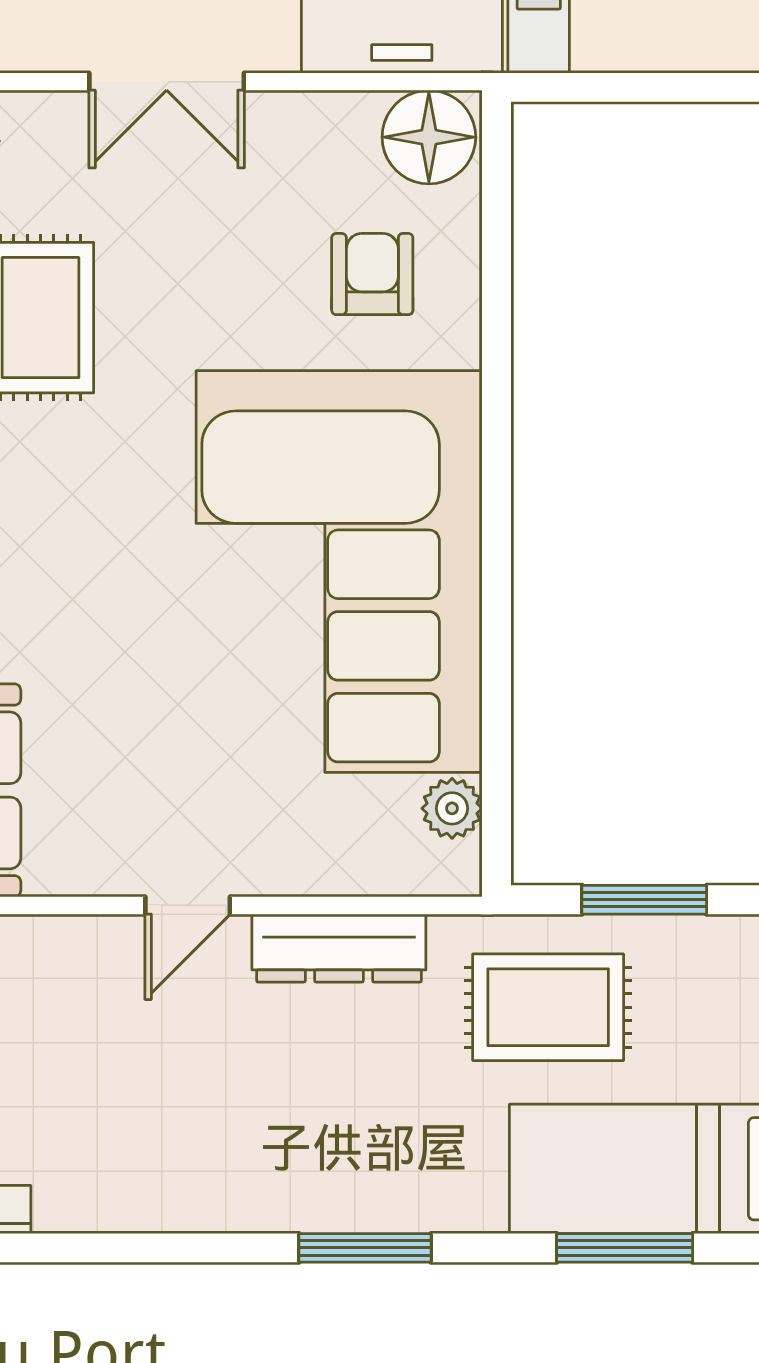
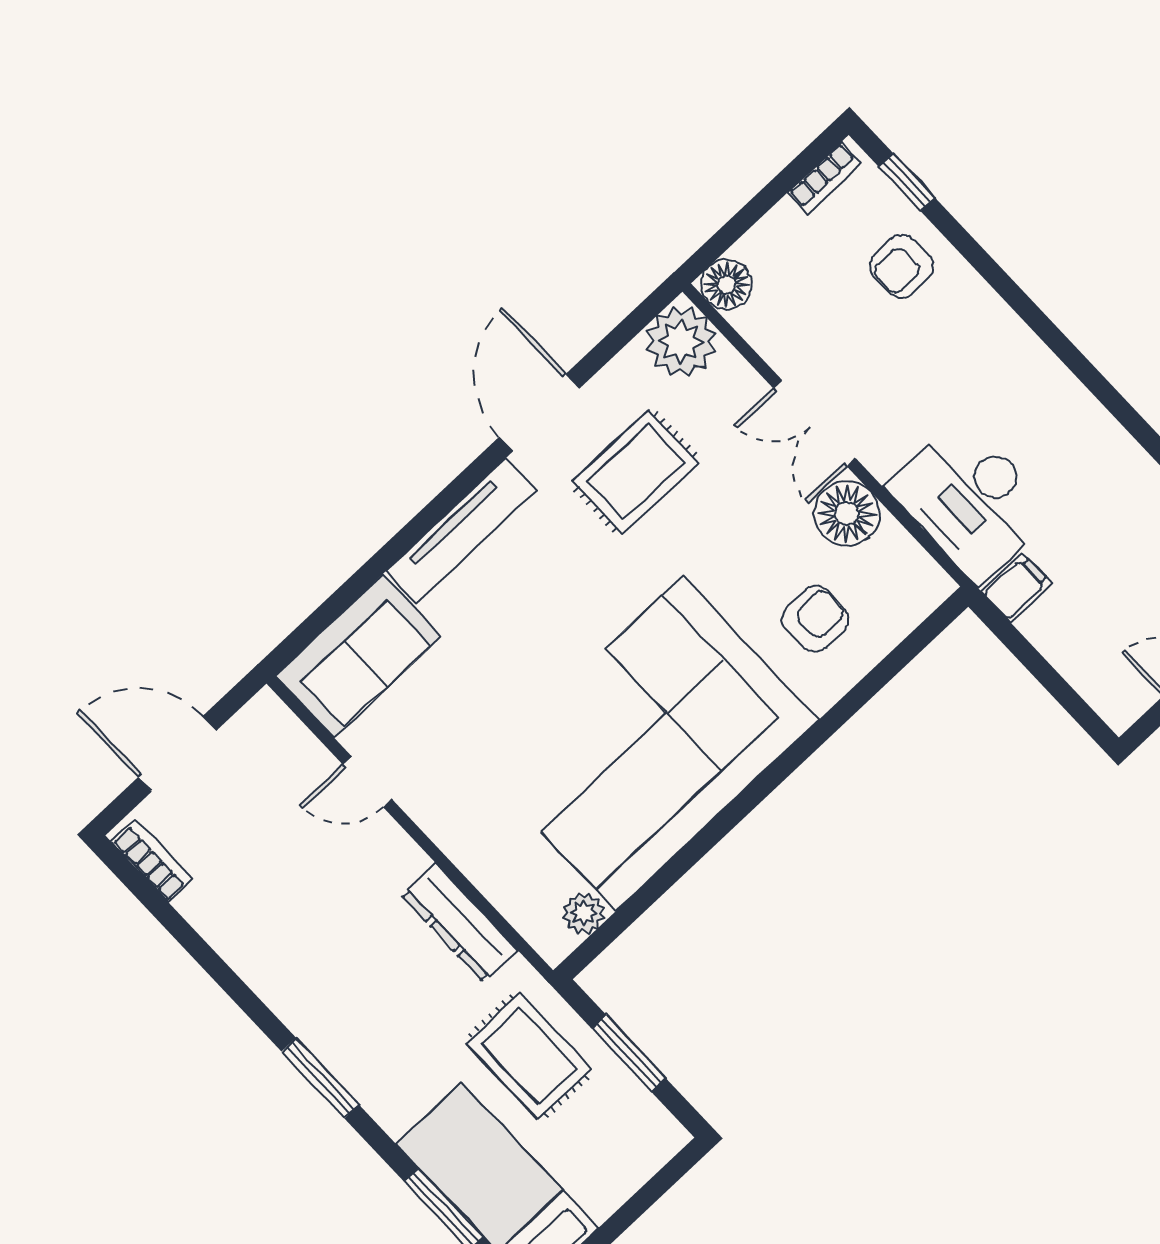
floor lamp: (429, 137) -> (847, 514), moved
door: (188, 905) -> (368, 782), moved

